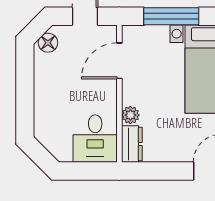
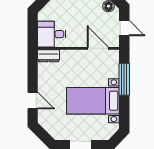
plant: (130, 115) -> (66, 55), removed

